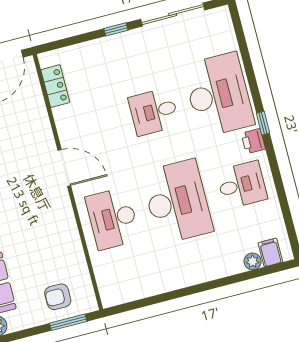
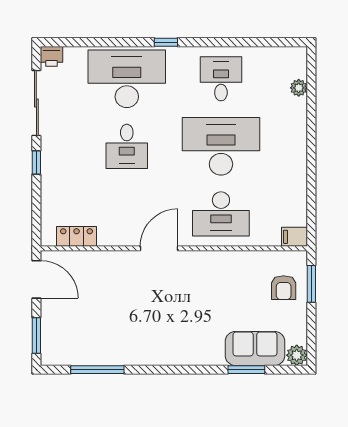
printer: (253, 141) -> (52, 56), moved
filing cabinet: (270, 252) -> (294, 237), moved

